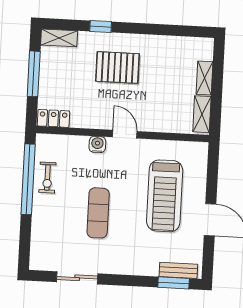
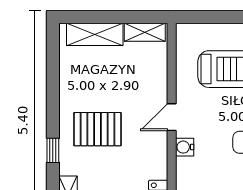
pallet: (118, 67) -> (98, 129), turned 90
shelving: (204, 78) -> (95, 34), width x1.50, depth x1.33

